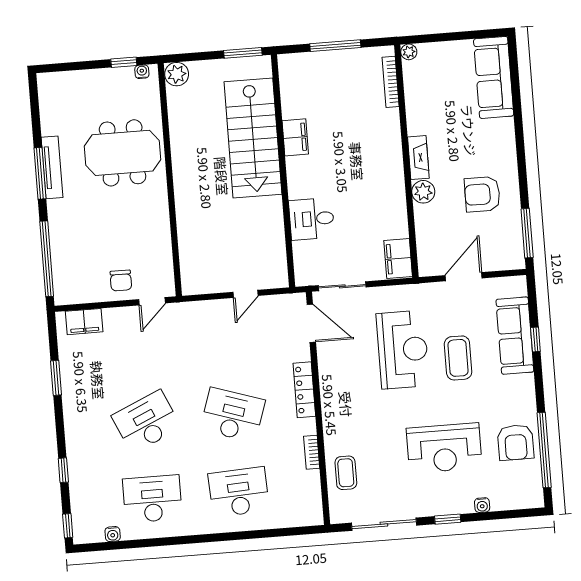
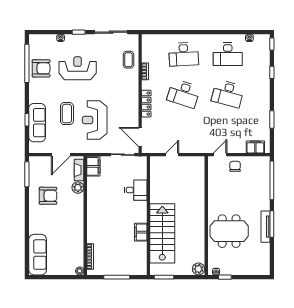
fireplace: (418, 158) -> (79, 170), moved
plant: (423, 192) -> (78, 188), moved
desk: (146, 422) -> (228, 94), turned 39
armchair: (516, 442) -> (41, 68), turned 90

